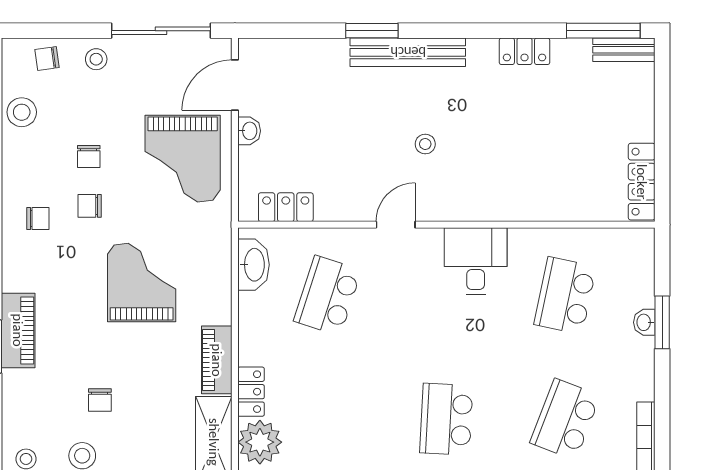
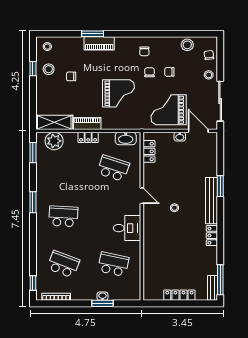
locker: (524, 51) -> (212, 236), moved
locker: (642, 182) -> (179, 295), moved
locker: (251, 392) -> (88, 137), moved

